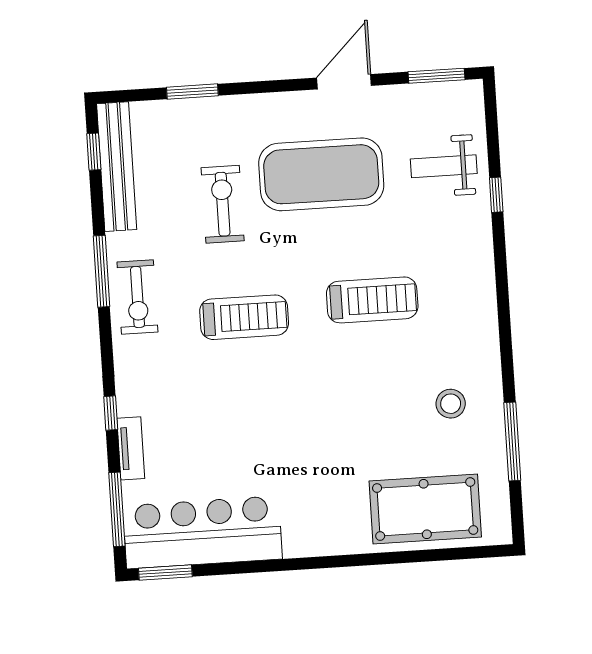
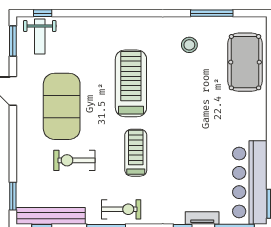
window: (192, 92) -> (13, 196), moved
weight bench: (444, 166) -> (40, 37), moved
window: (496, 195) -> (43, 13), moved
treadmill: (372, 300) -> (131, 83), width x1.37, depth x1.38

